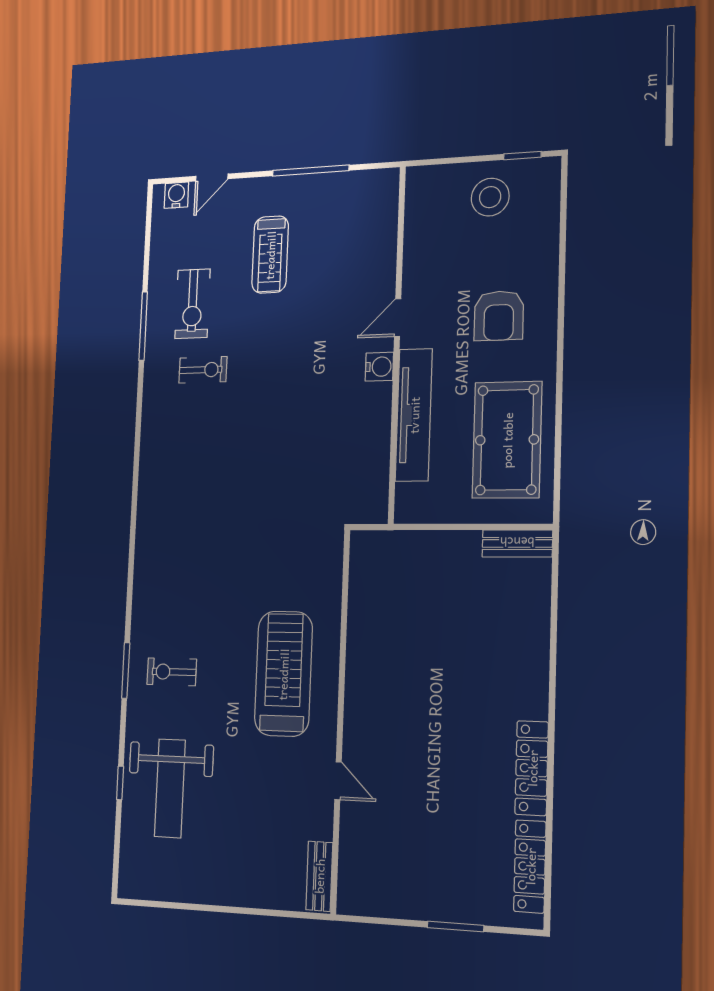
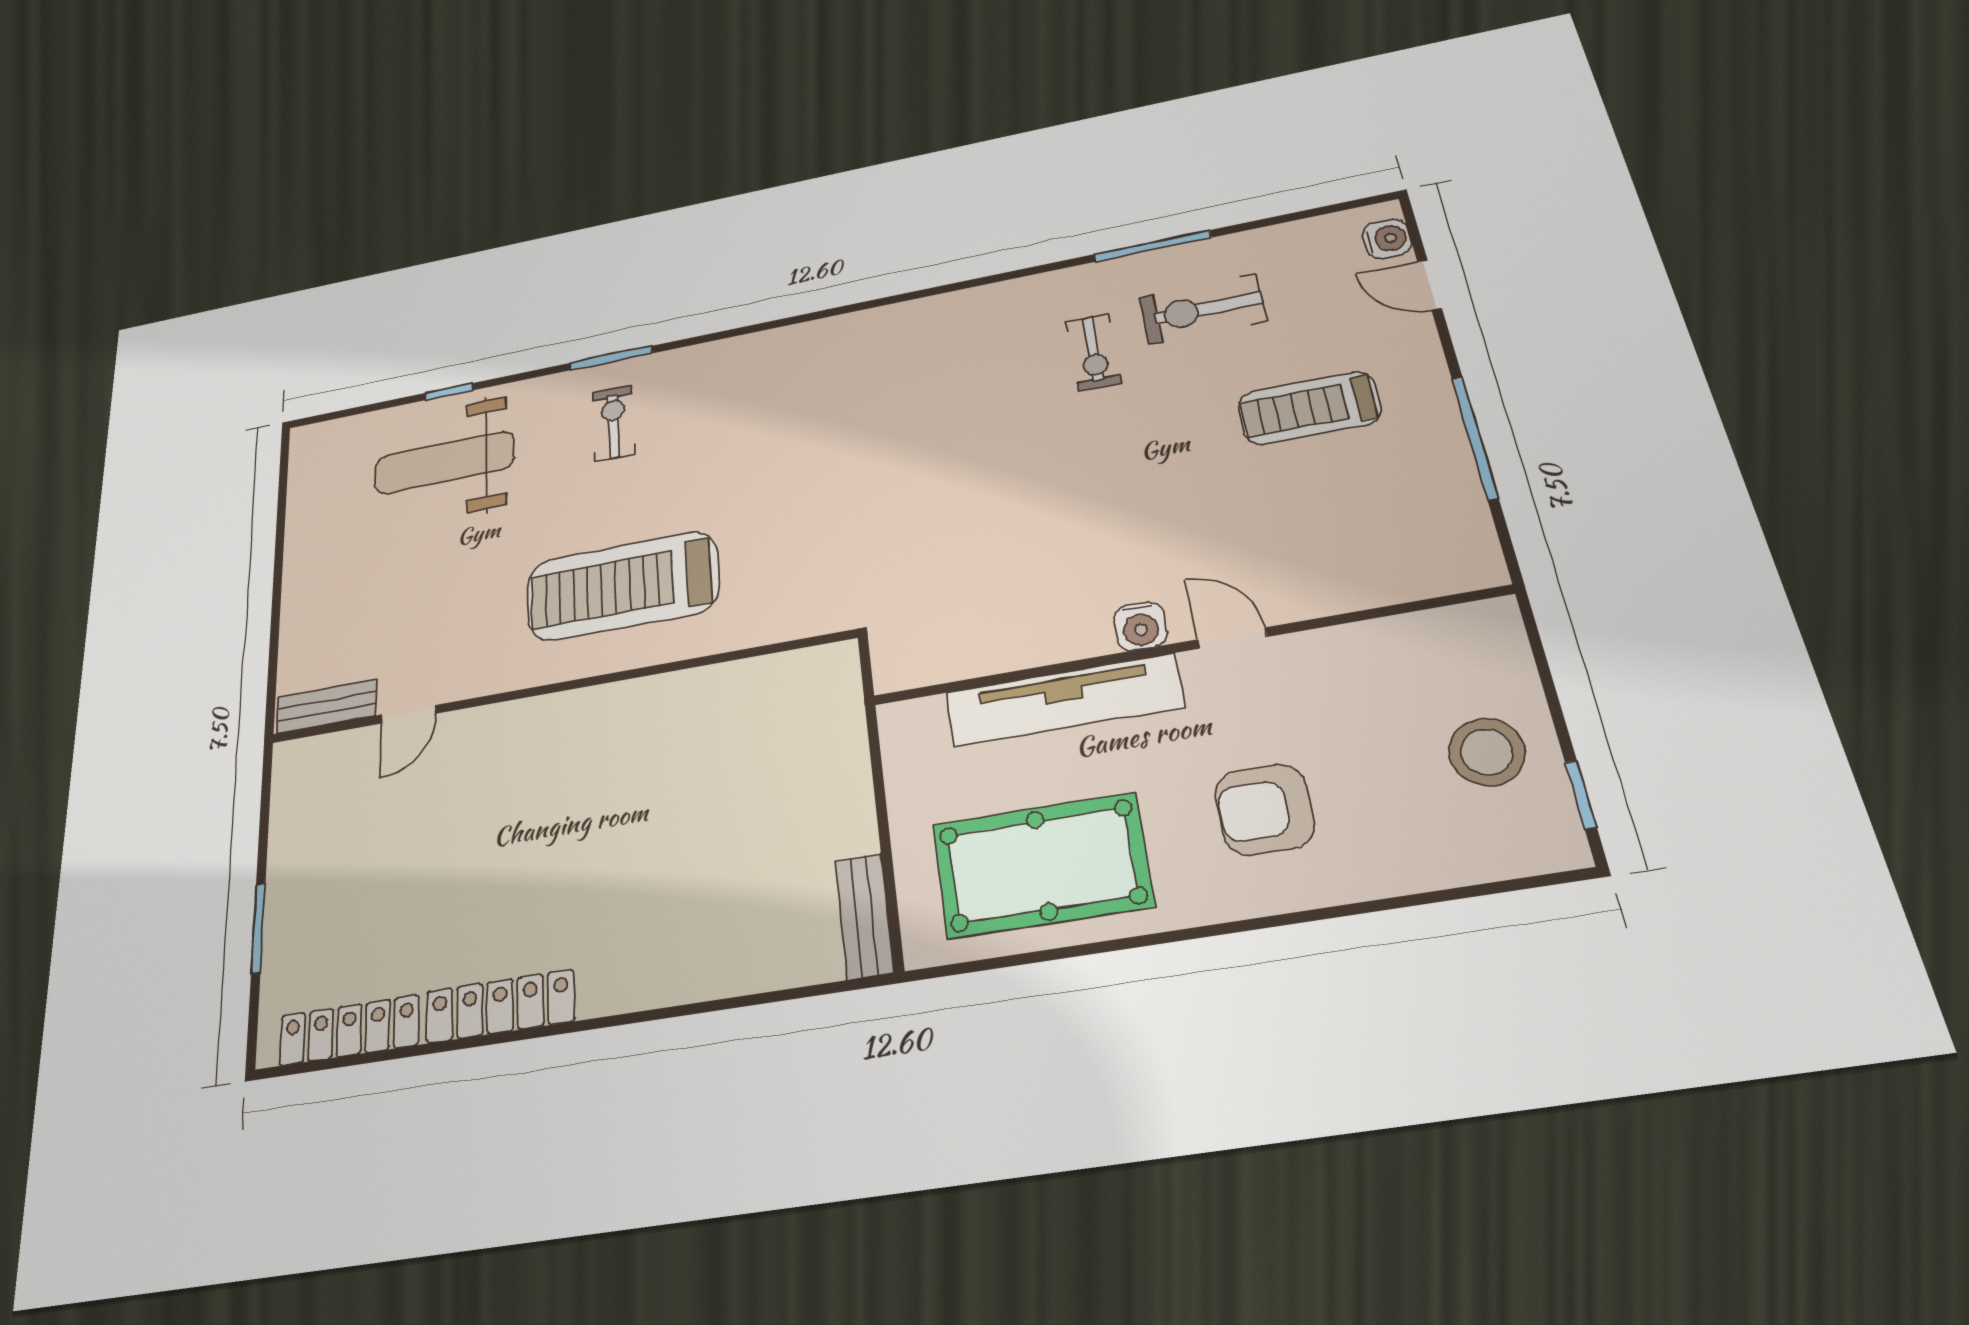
treadmill: (283, 674) -> (623, 586), turned 180
door: (338, 781) -> (409, 714), moved

